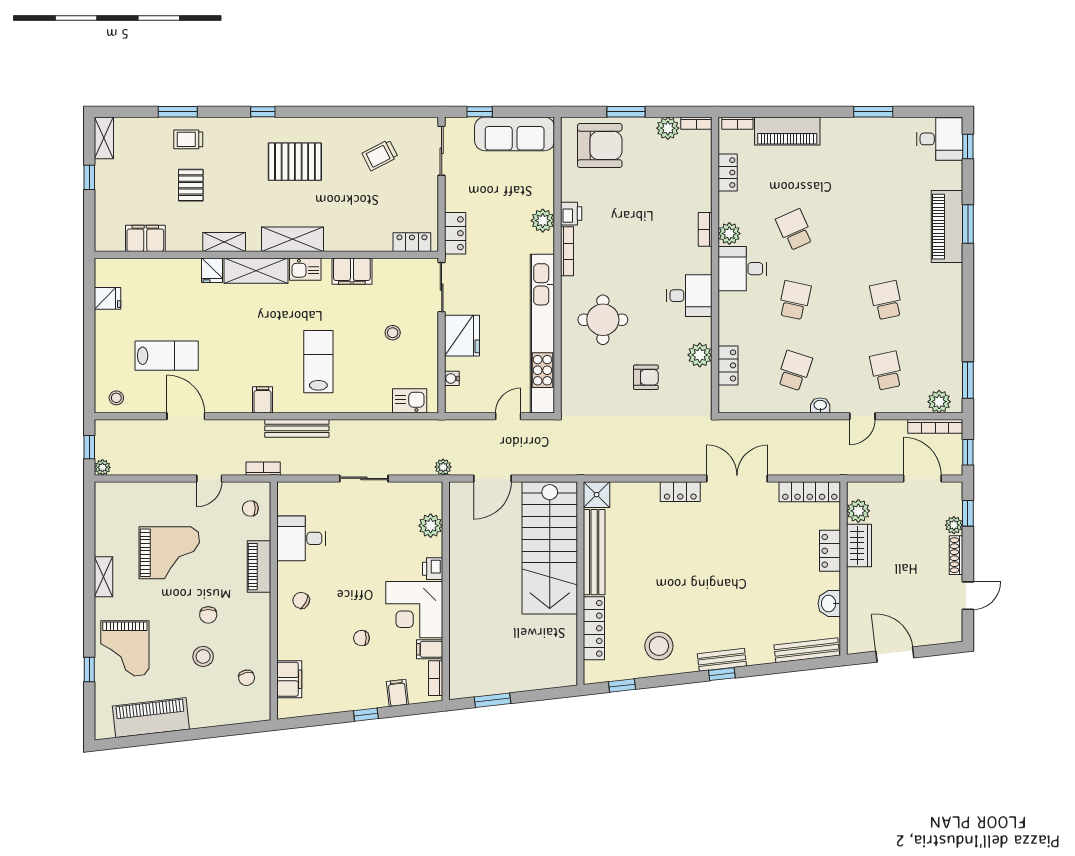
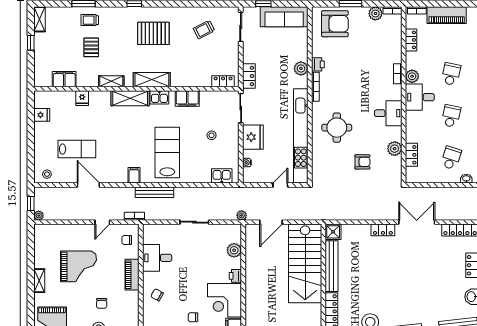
school desk: (795, 230) -> (451, 74), turned 36
fridge: (212, 270) -> (82, 98), moved
lab bench: (318, 362) -> (167, 152), width x1.36, depth x1.39

